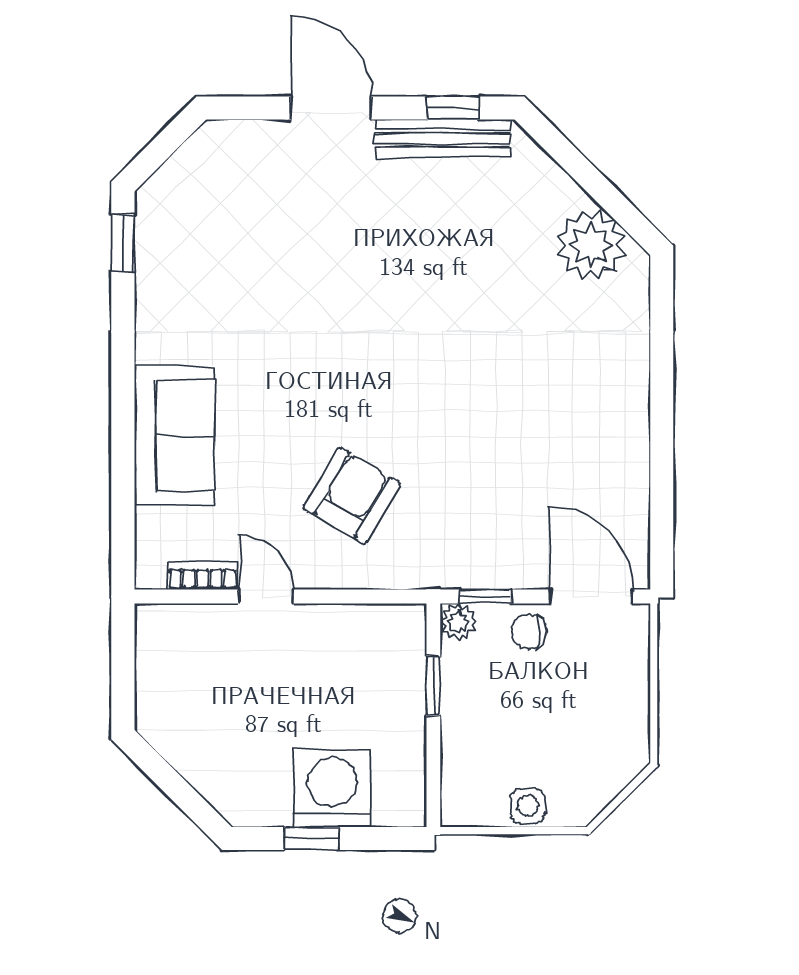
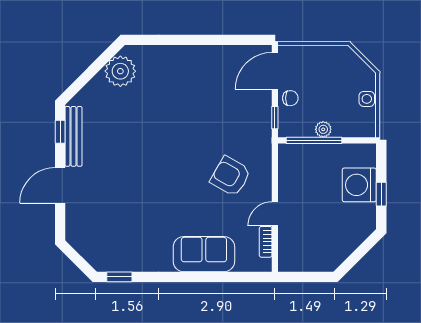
plant: (458, 622) -> (323, 129), moved
chair: (529, 632) -> (290, 98), turned -90
window: (433, 686) -> (314, 140), width x2.17

